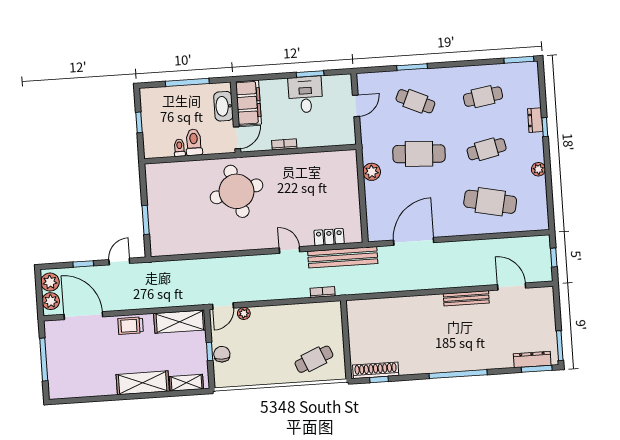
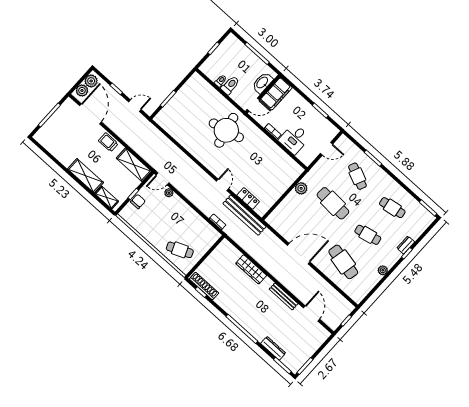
desk: (306, 95) -> (294, 139), moved, turned 180
door: (414, 241) -> (299, 254), moved
wardrobe: (406, 305) -> (251, 269), added
dresser: (532, 359) -> (273, 348), moved

